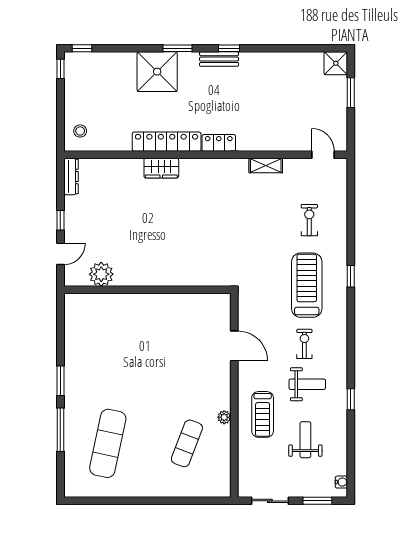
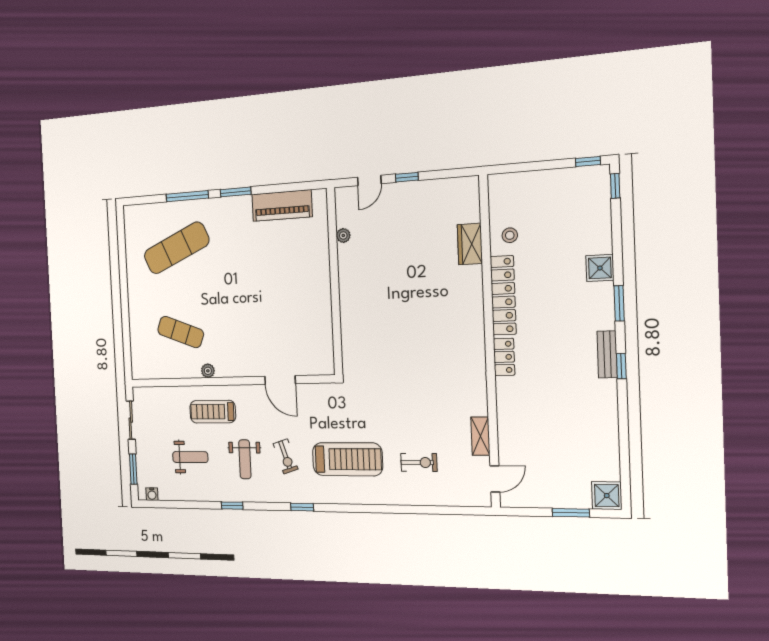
shower: (157, 72) -> (600, 268), width x0.54, depth x0.54
stool: (80, 131) -> (510, 235), moved
shelving: (266, 166) -> (480, 436), moved
wardrobe: (161, 168) -> (470, 244), moved
dresser: (71, 176) -> (458, 185), removed
door: (60, 254) -> (369, 180), hinge flipped
plant: (101, 274) -> (343, 235), width x0.53, depth x0.53
window: (351, 276) -> (302, 507), moved
piano: (76, 336) -> (282, 205), added
exercise bike: (304, 344) -> (286, 456), turned 72
door: (234, 346) -> (280, 380), hinge flipped
exercise mat: (108, 443) -> (176, 248), turned -36

